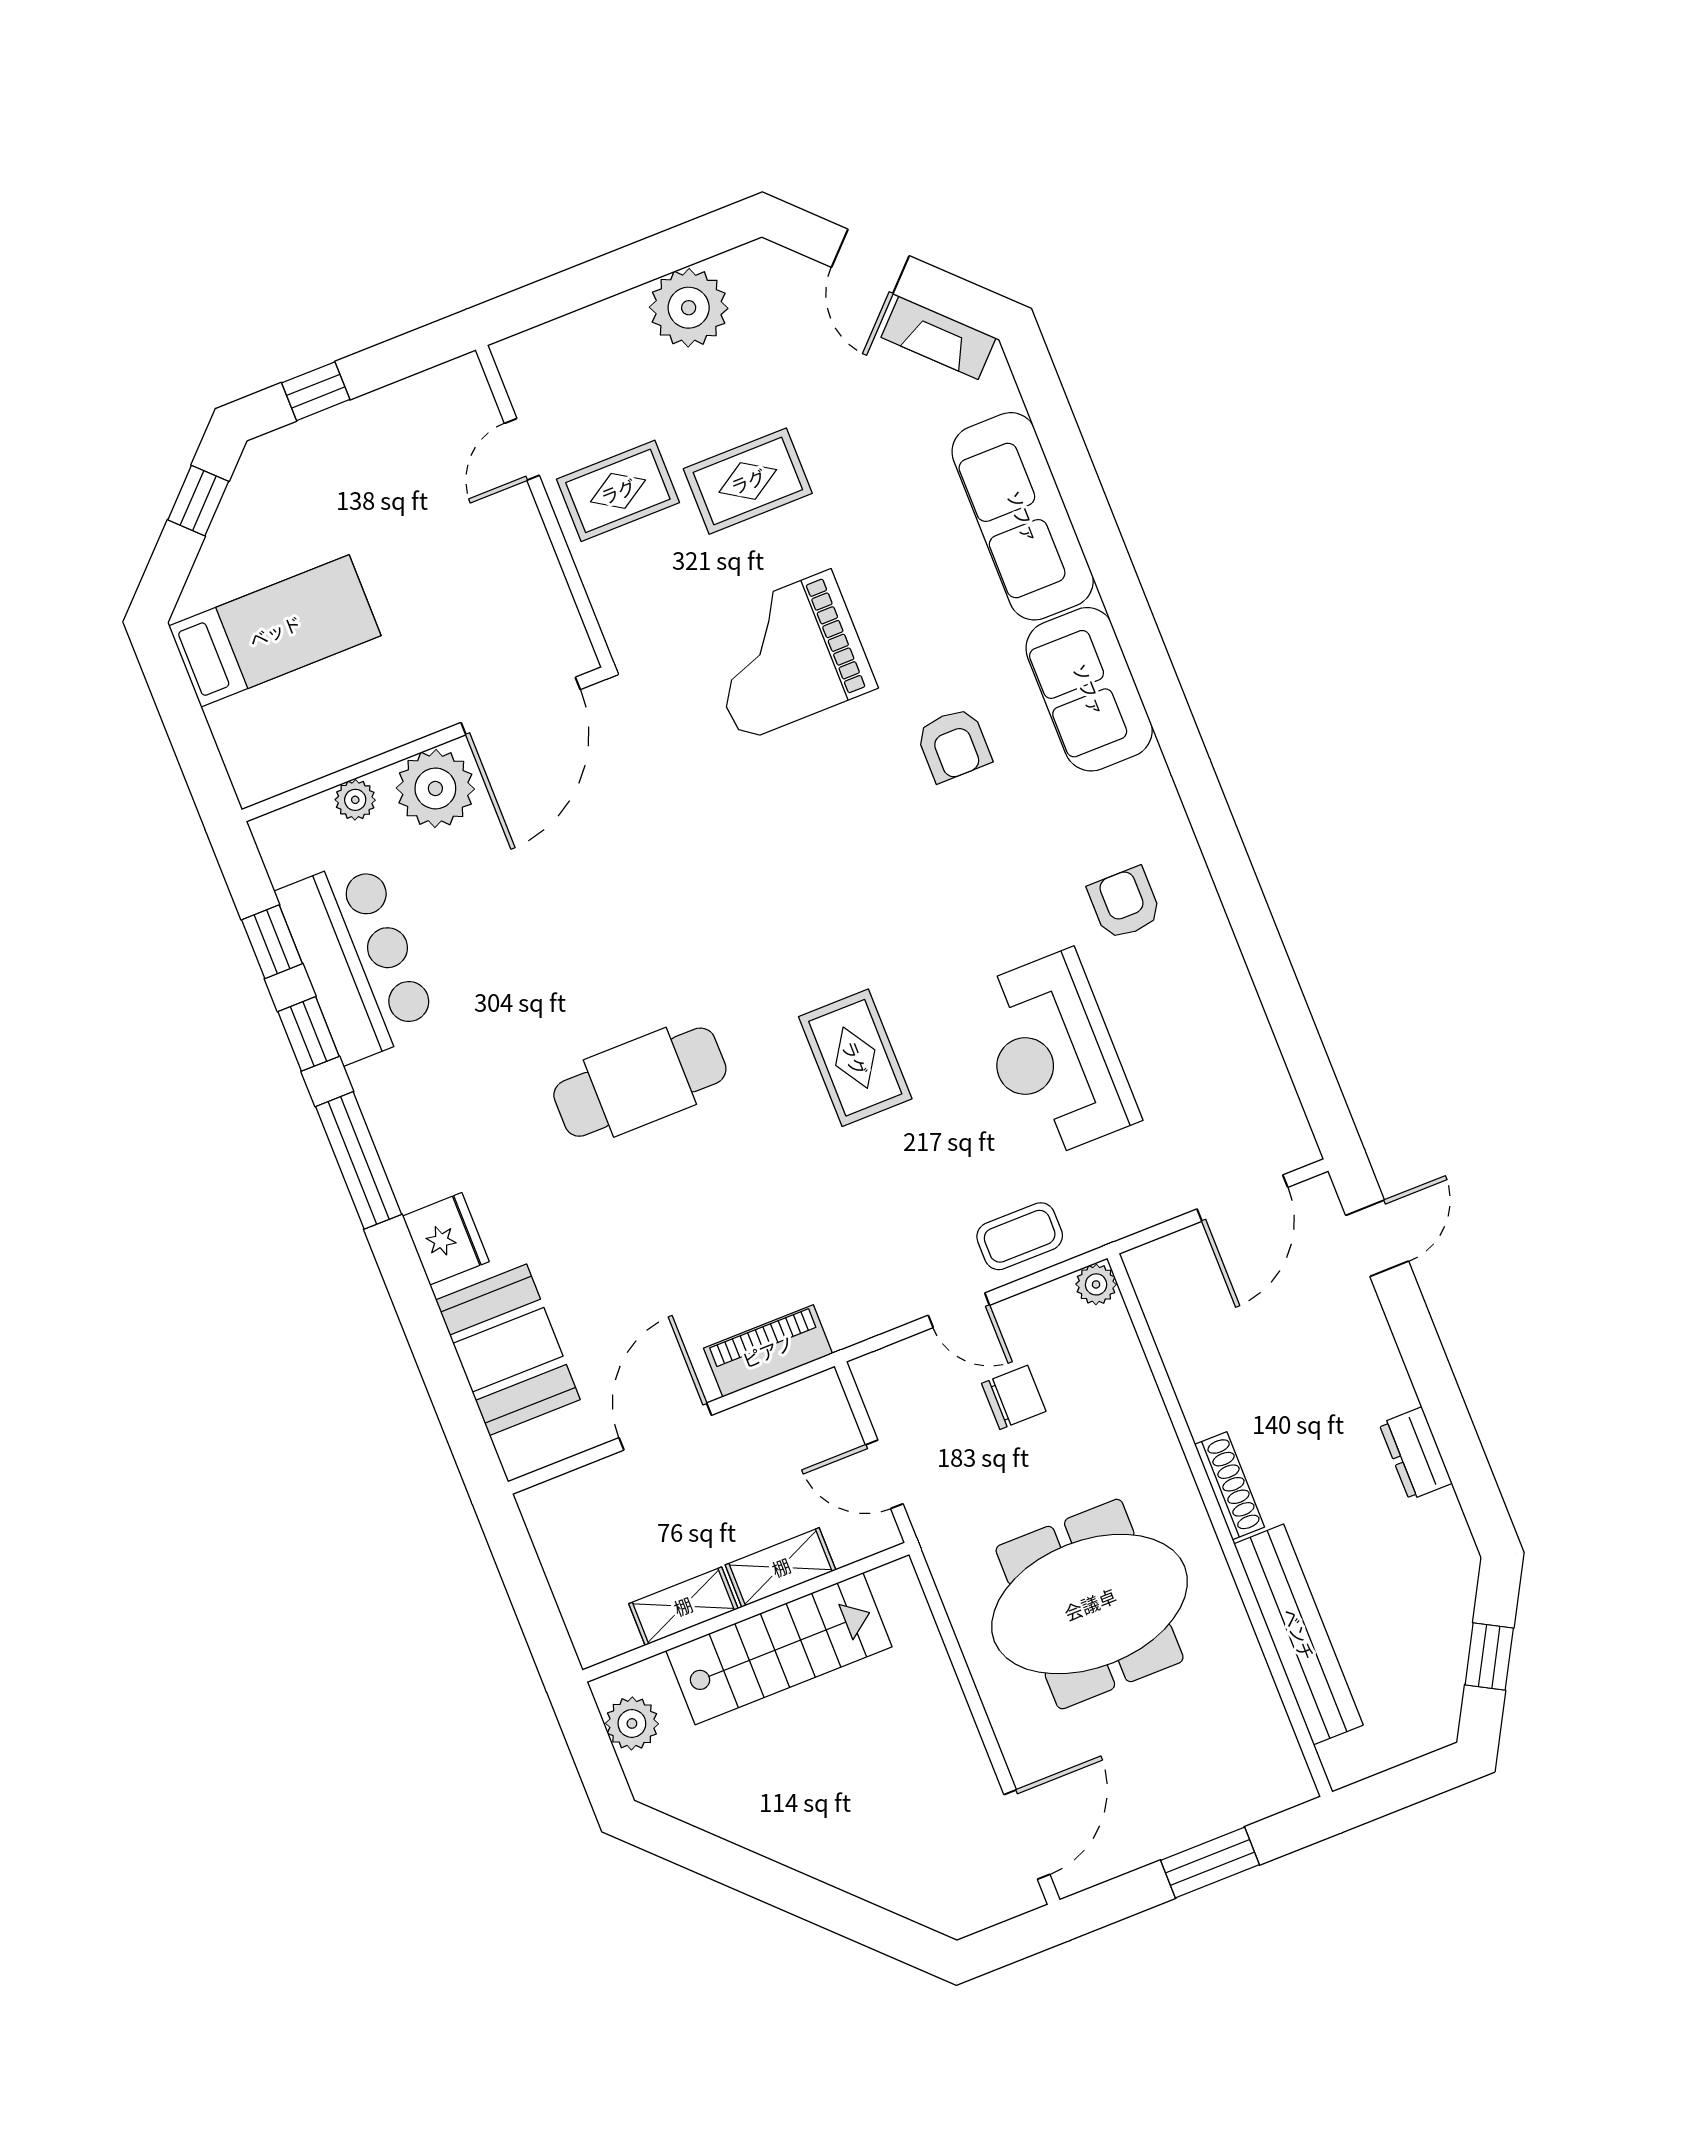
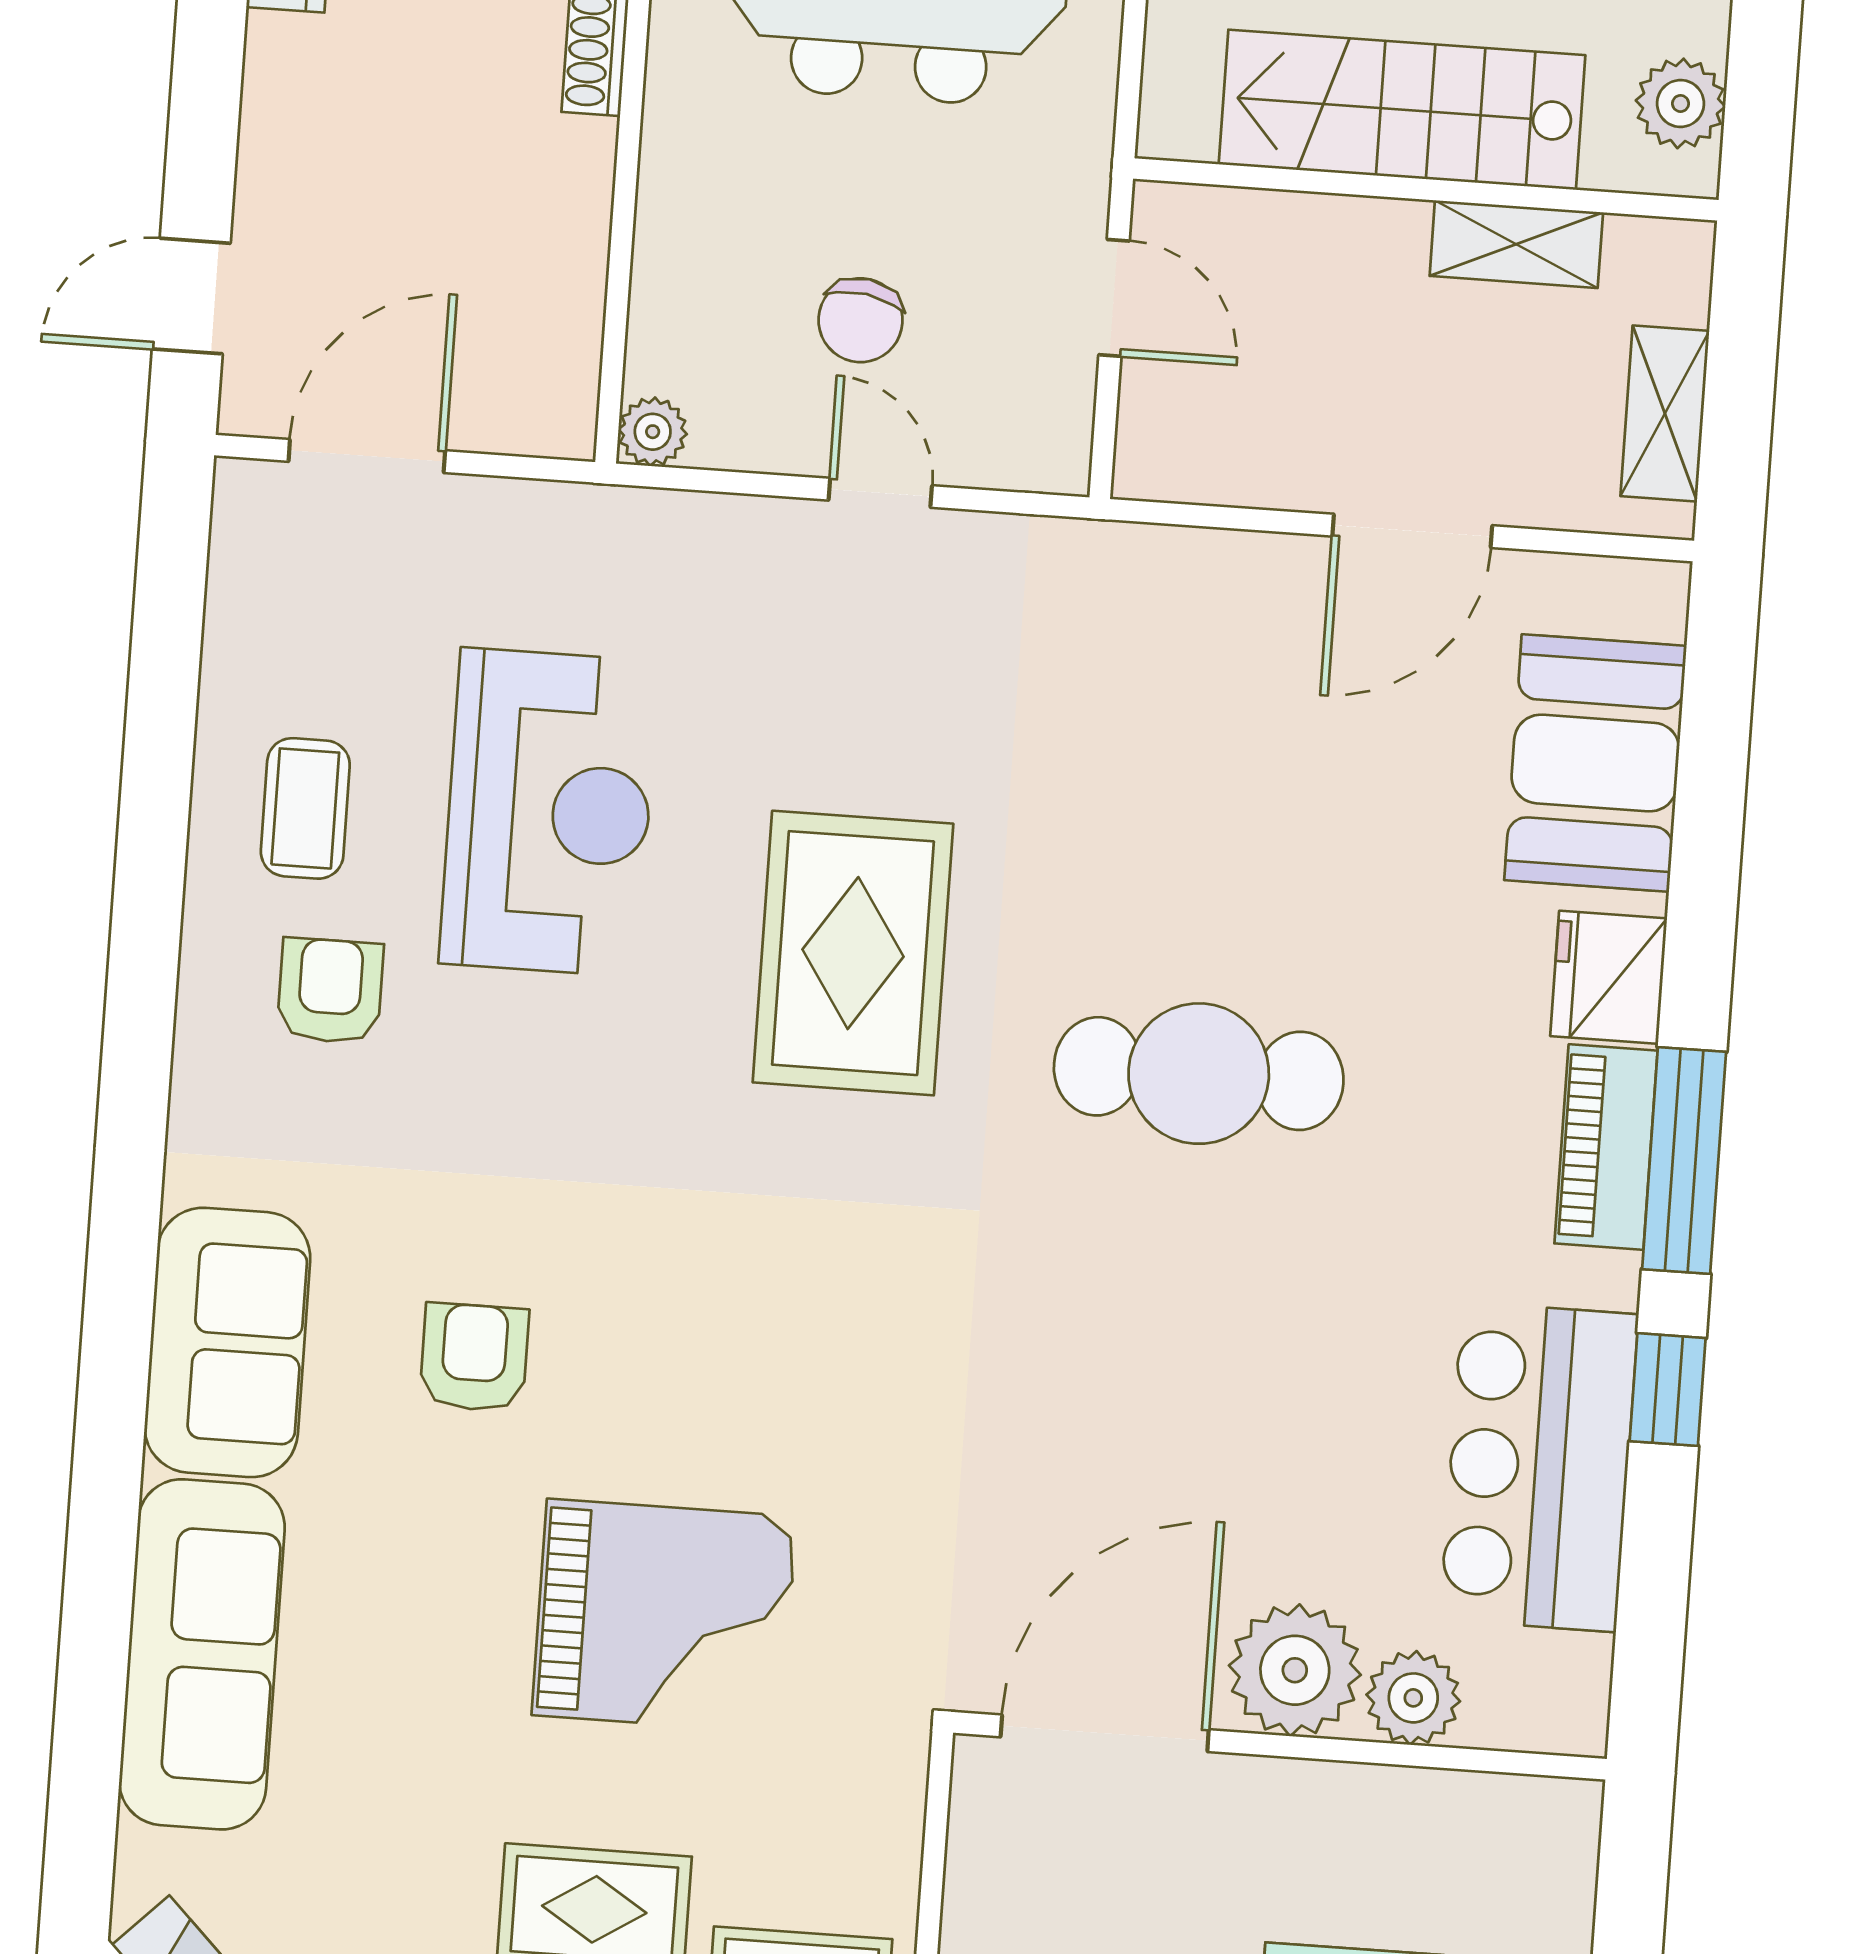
plant: (355, 800) -> (1413, 1698), width x1.38, depth x1.38
armchair: (1125, 903) -> (330, 991), turned 180
window: (272, 942) -> (1656, 1557), removed
rug: (855, 1058) -> (853, 953), width x1.36, depth x1.43
coffee table: (1020, 1236) -> (305, 808), moved, turned 90
piano: (768, 1351) -> (1606, 1147), moved, turned 90
chair: (1014, 1397) -> (861, 320), turned -81
shelving: (781, 1567) -> (1665, 413), moved, turned 90

